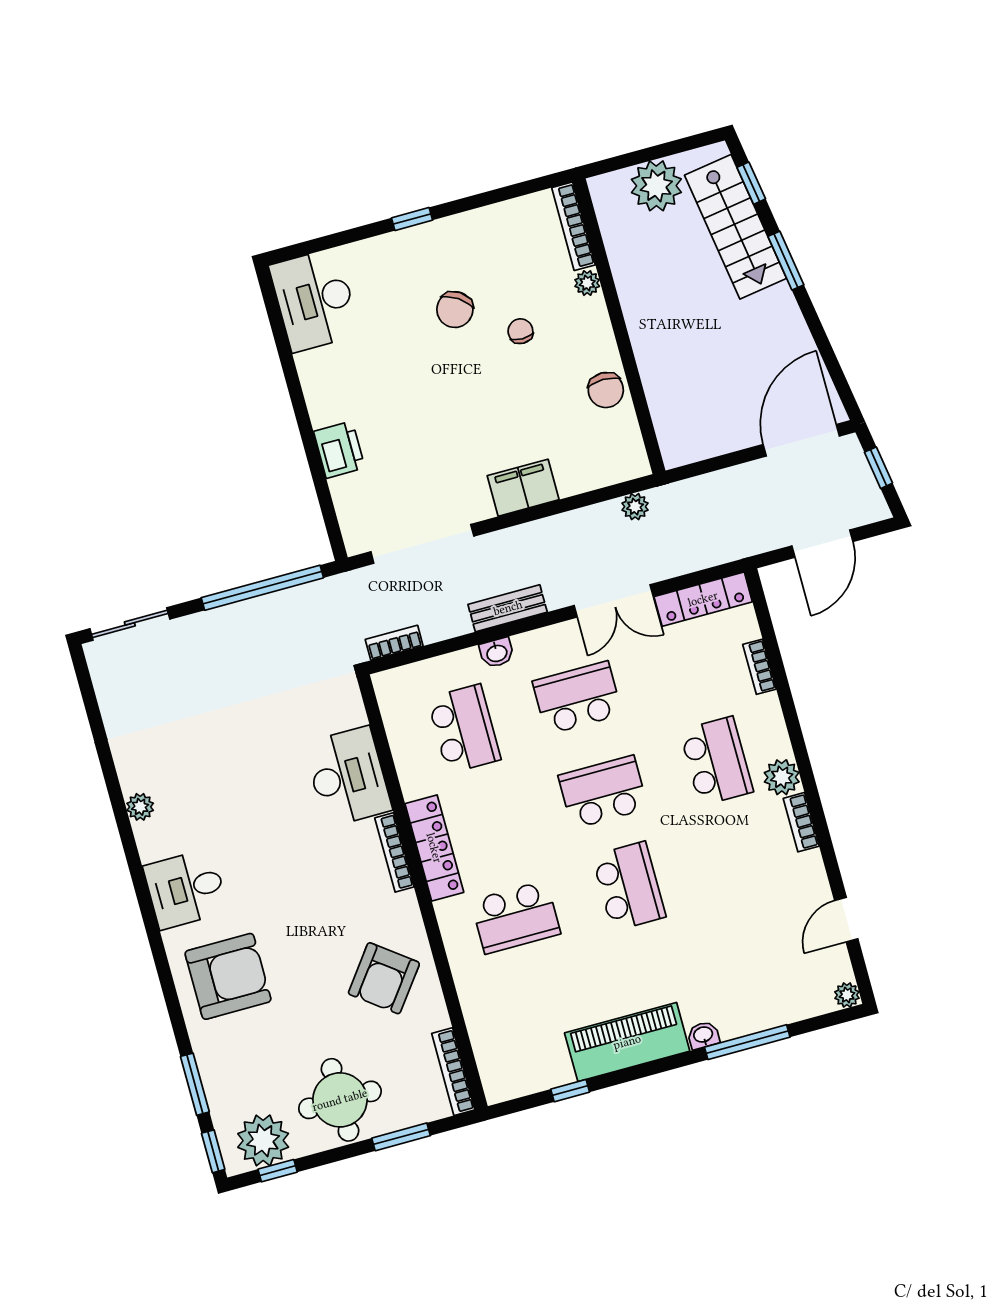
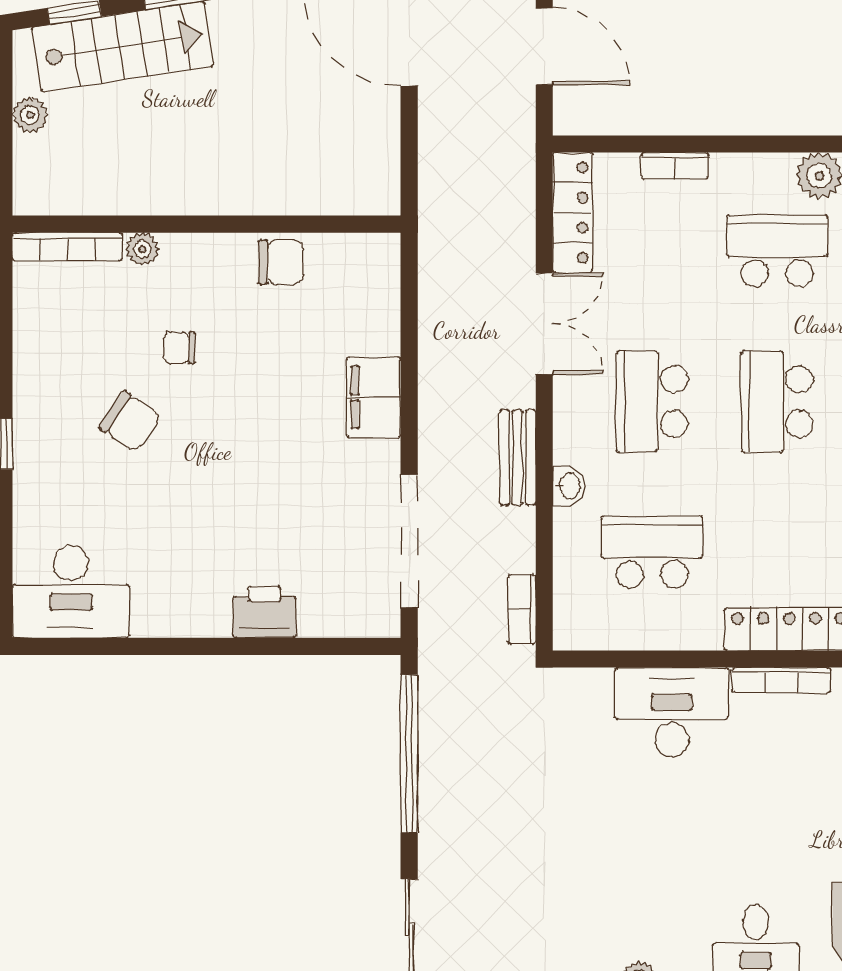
plant: (656, 186) -> (30, 115), width x0.53, depth x0.53
plant: (635, 507) -> (435, 265), removed

